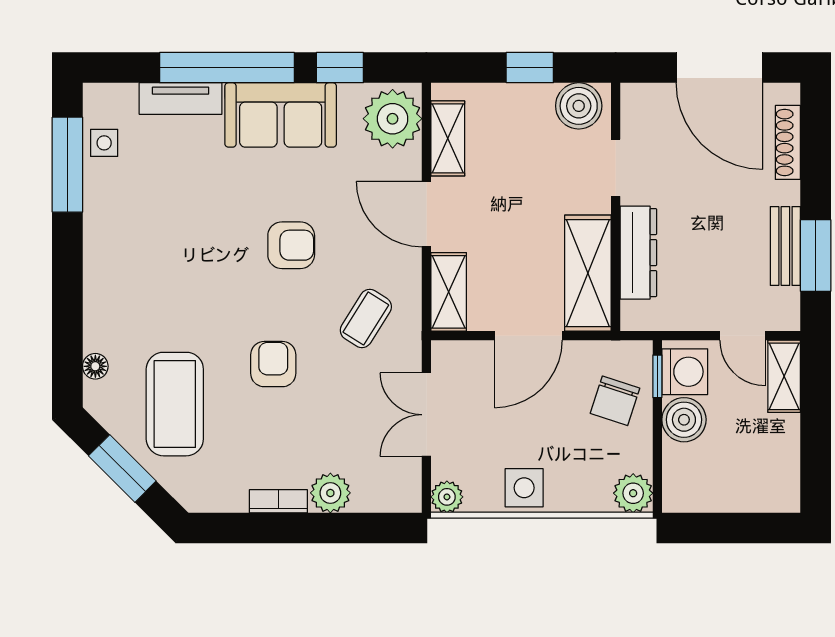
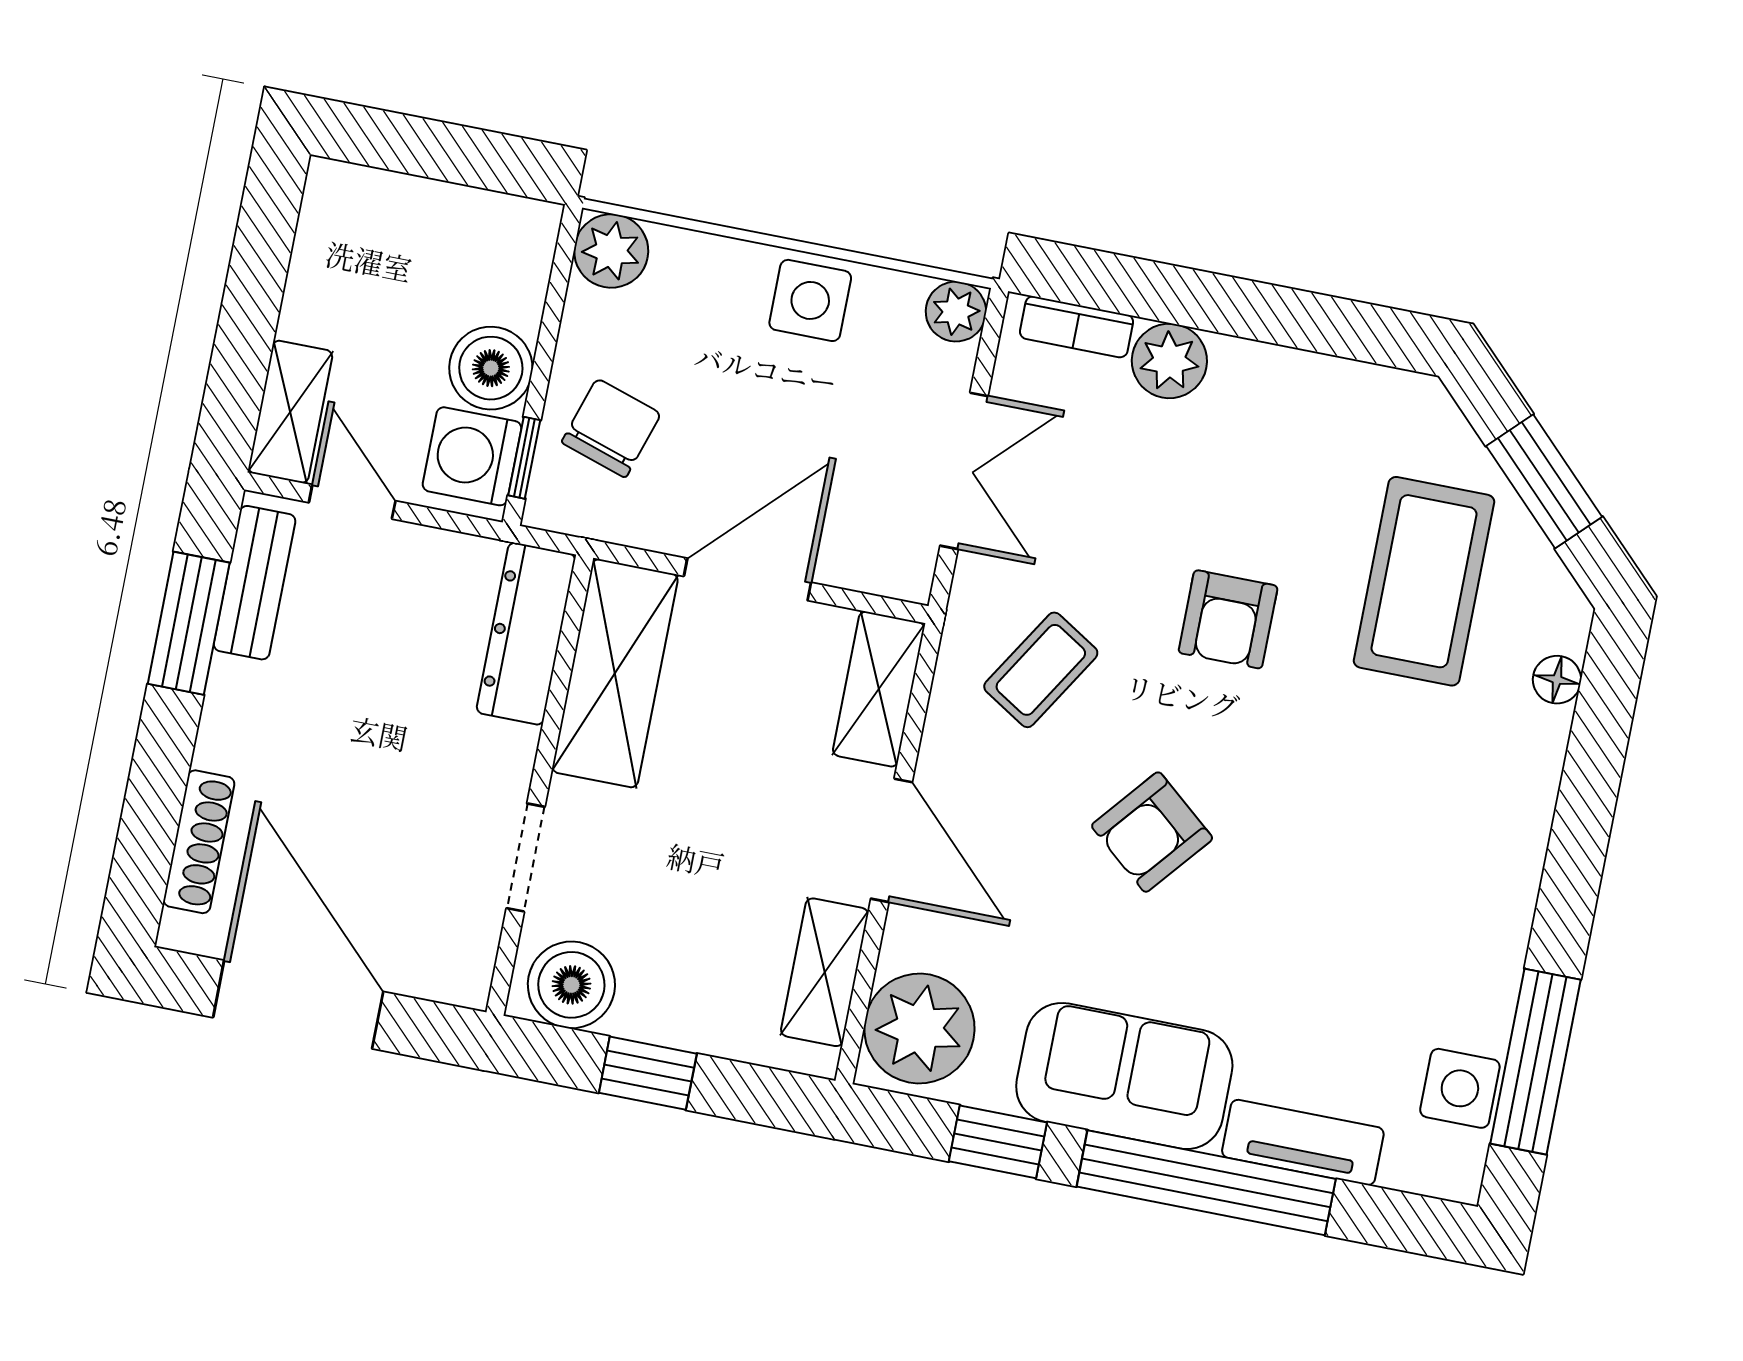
side table: (104, 143) -> (1460, 1088), width x1.37, depth x1.37
armchair: (291, 245) -> (1152, 832), turned -50
bench: (785, 246) -> (255, 583), moved
dresser: (638, 253) -> (526, 634), moved
bookcase: (278, 501) -> (1077, 327), moved

